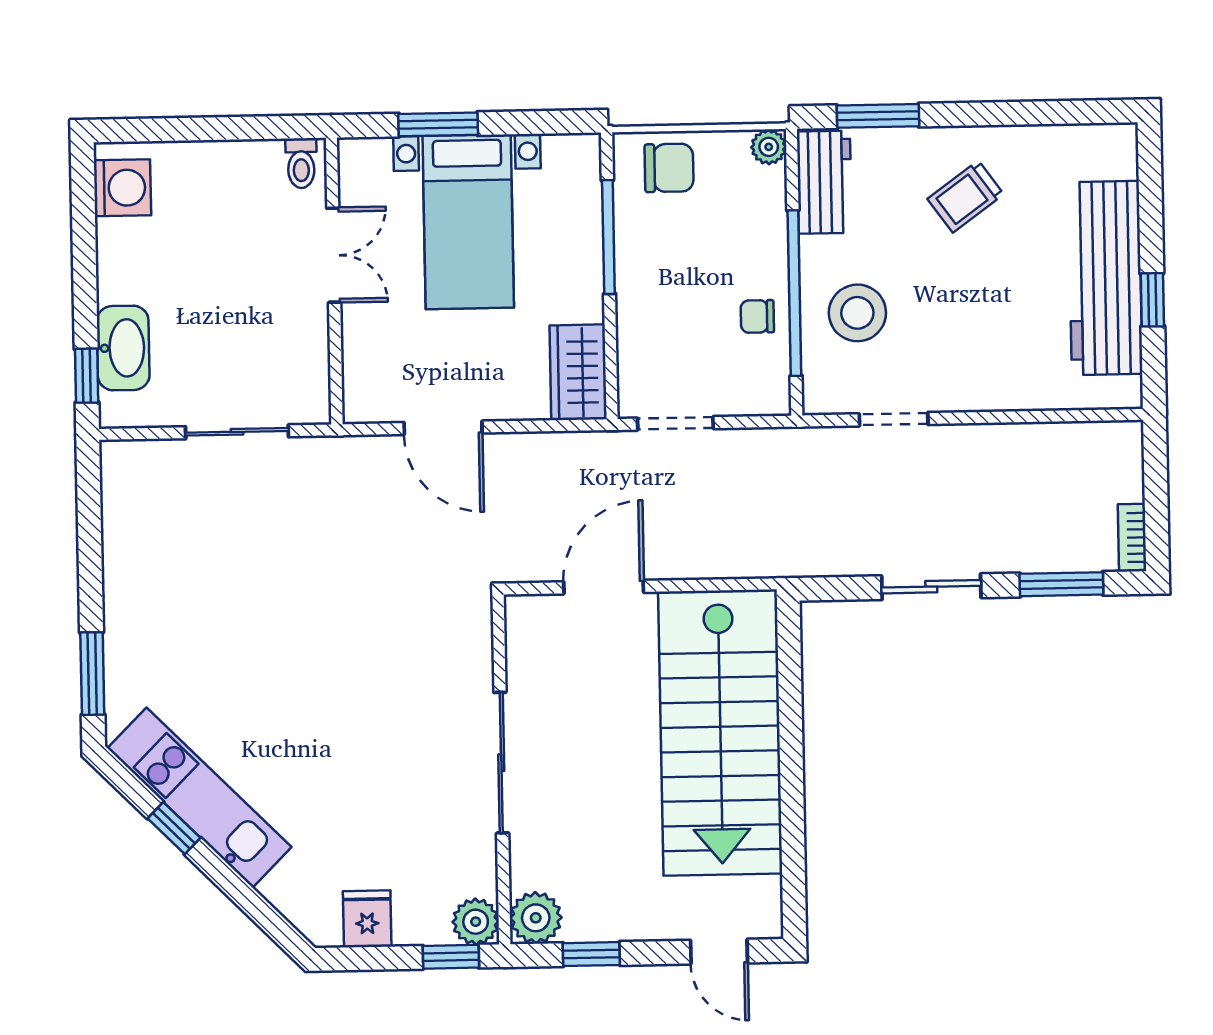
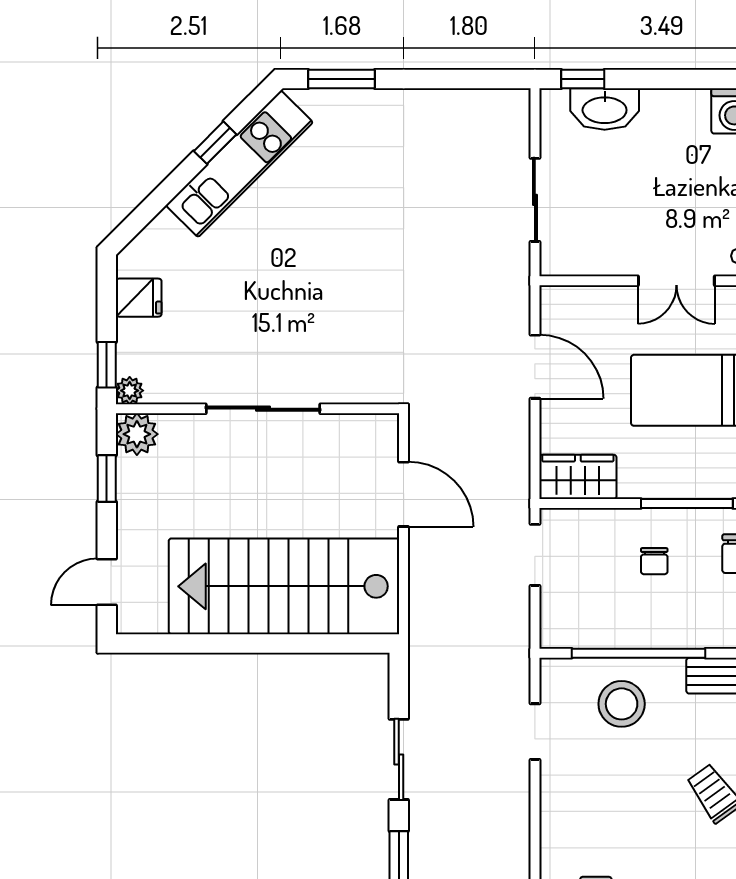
chair: (757, 316) -> (654, 561), moved, turned 180
door: (443, 428) -> (535, 367), swing flipped
plant: (476, 922) -> (130, 391), width x0.73, depth x0.73

